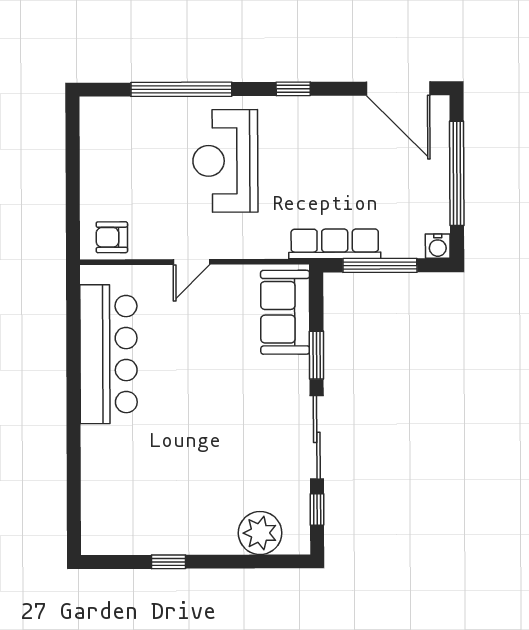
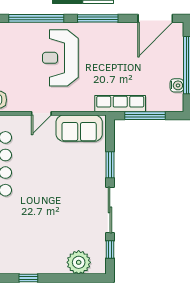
window: (293, 89) -> (98, 18), width x2.17
door: (398, 89) -> (155, 18), hinge flipped
water cooler: (438, 246) -> (177, 85), moved, turned -90
sofa: (285, 312) -> (79, 128), moved, turned -90

